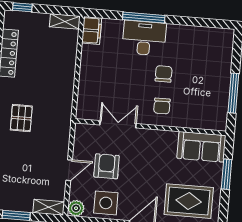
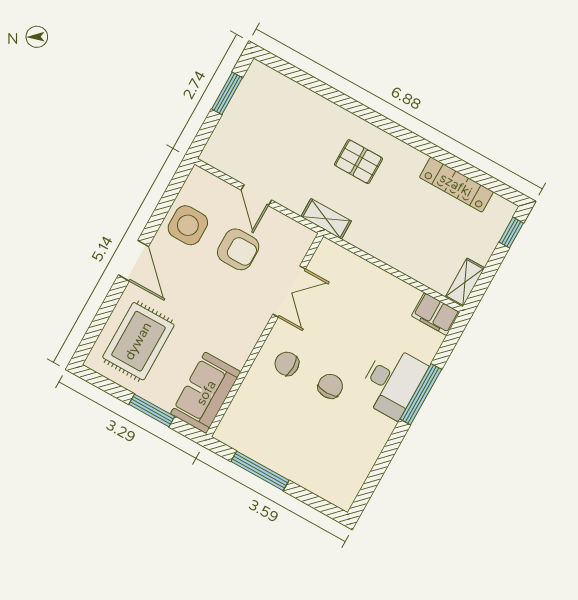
chair: (164, 74) -> (330, 386), turned -90
shelving: (49, 207) -> (326, 219), moved, turned 90
plant: (76, 208) -> (199, 181), removed

